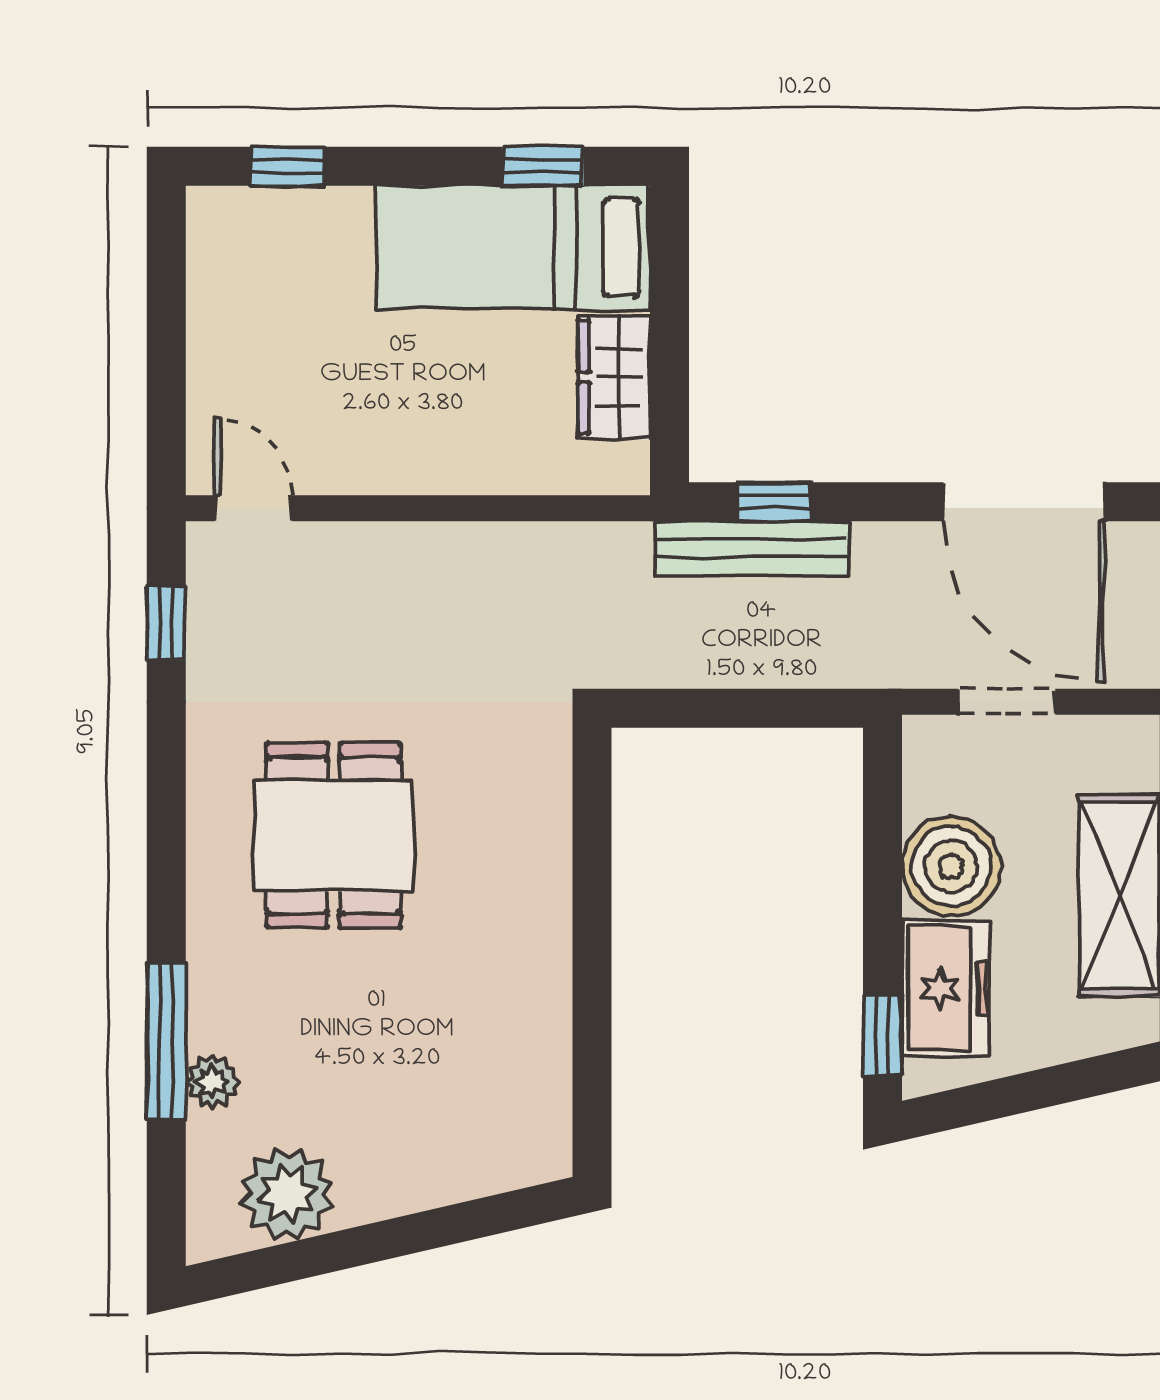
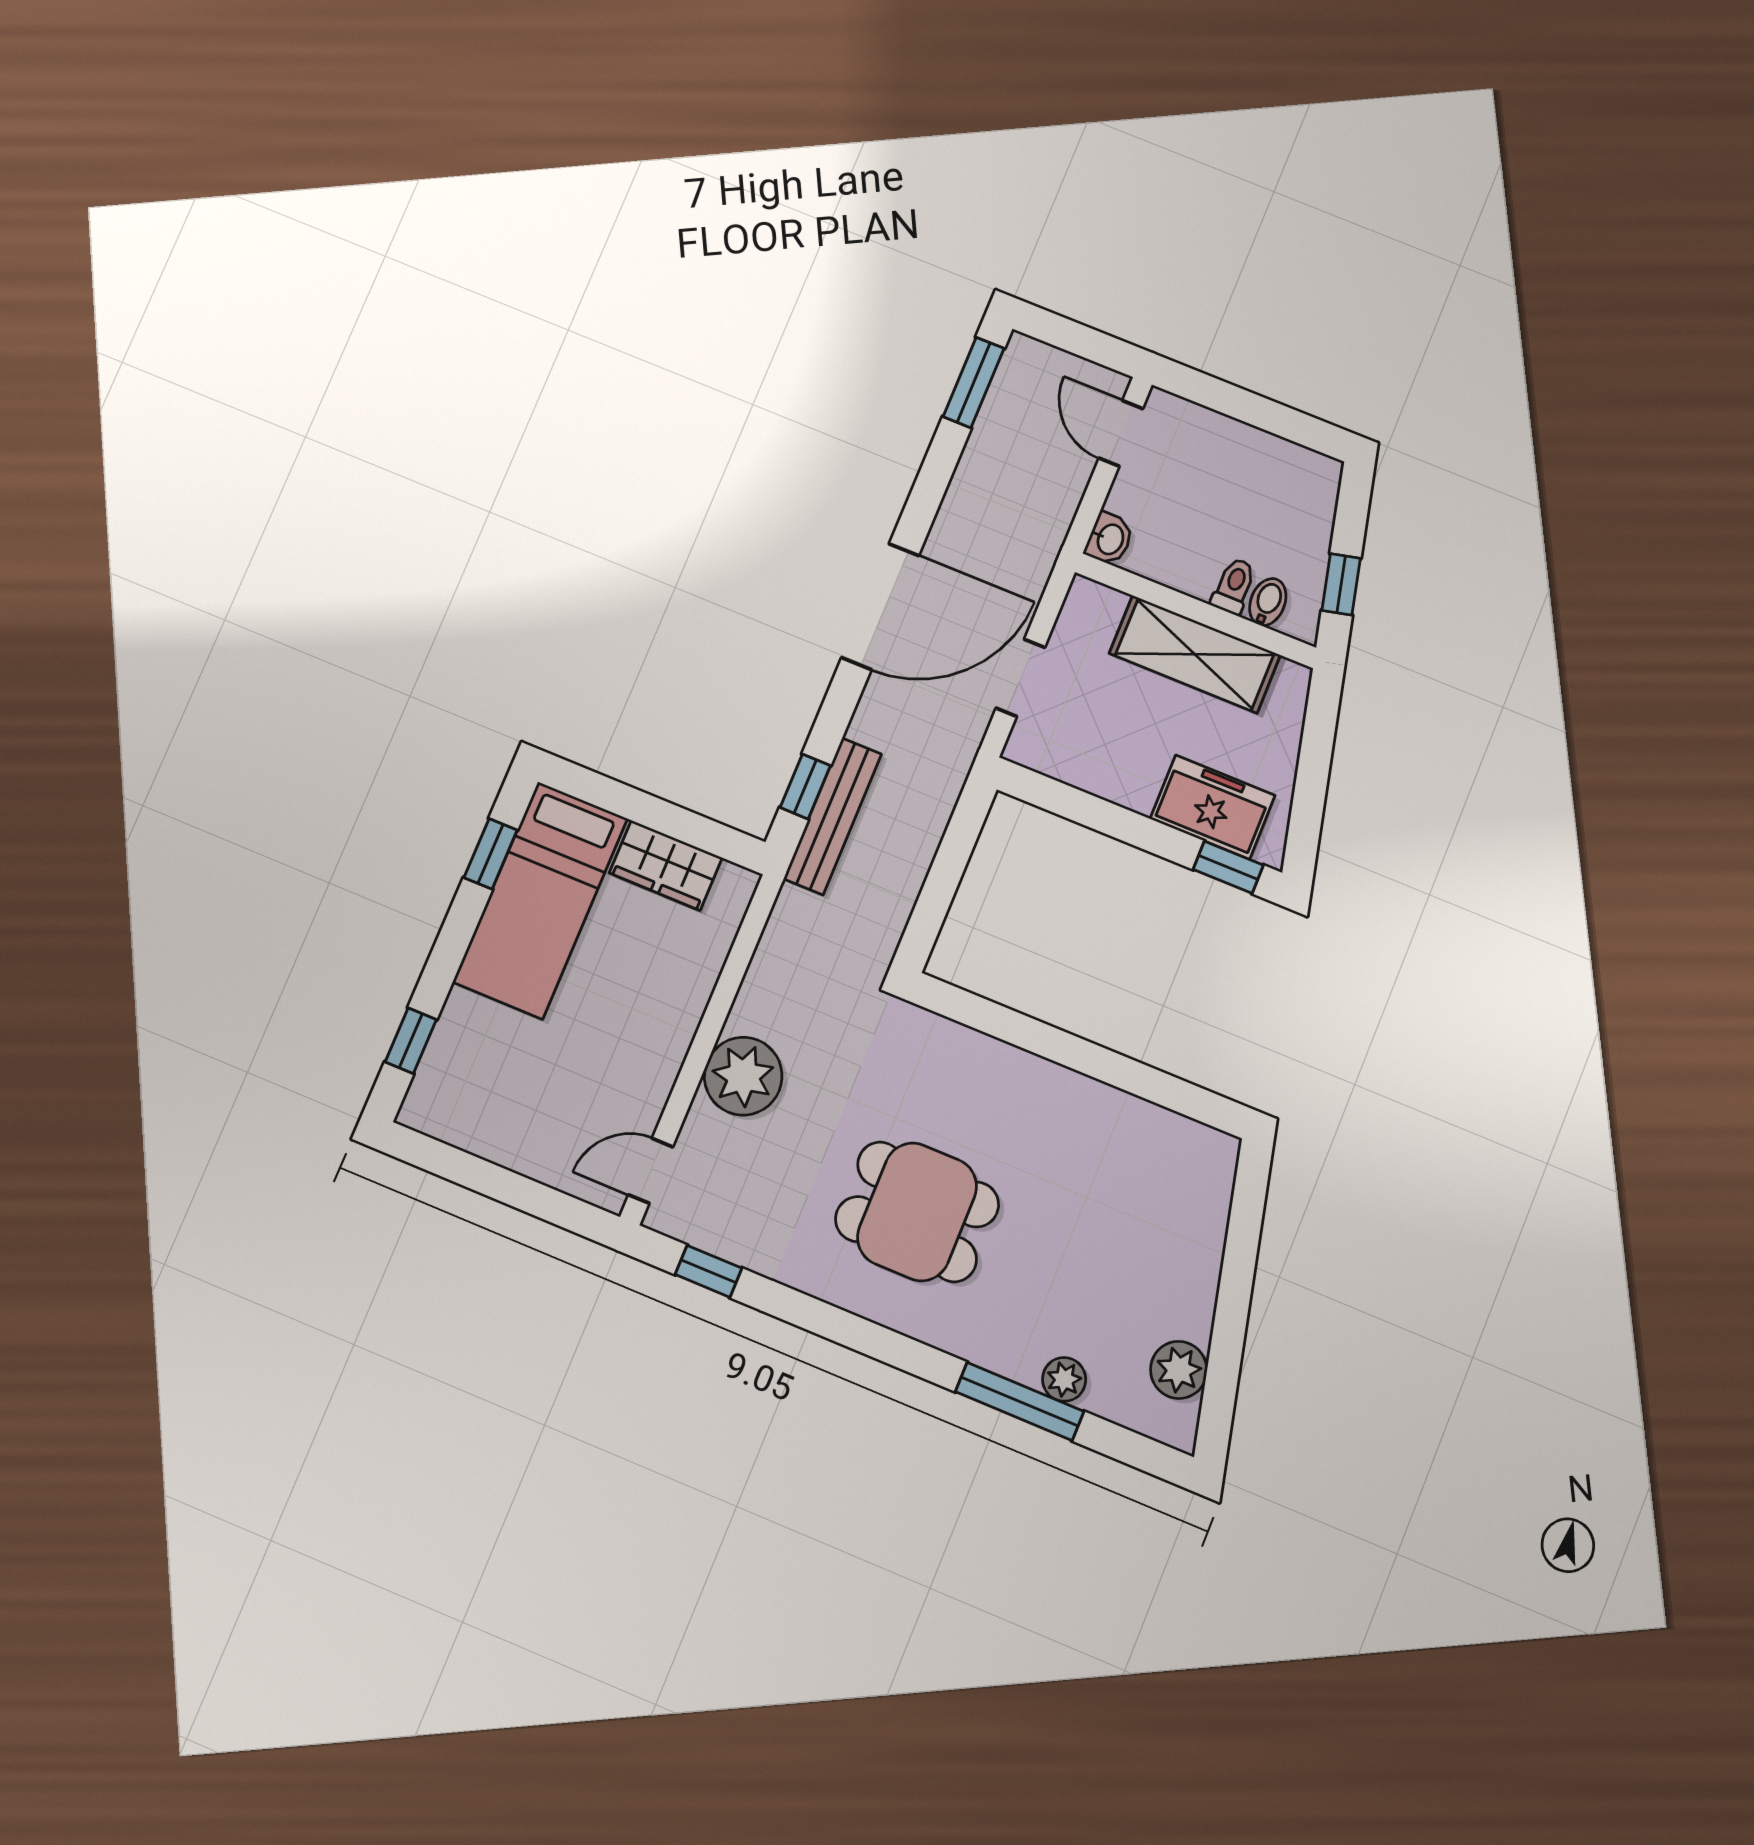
plant: (406, 570) -> (743, 1076), added
boiler: (951, 866) -> (1124, 767), removed
plant: (287, 1194) -> (1179, 1370), width x0.73, depth x0.73

